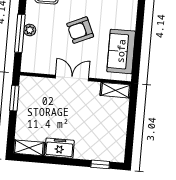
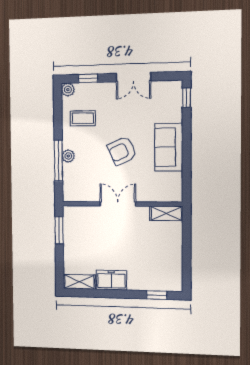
sofa: (121, 51) -> (169, 147), moved

